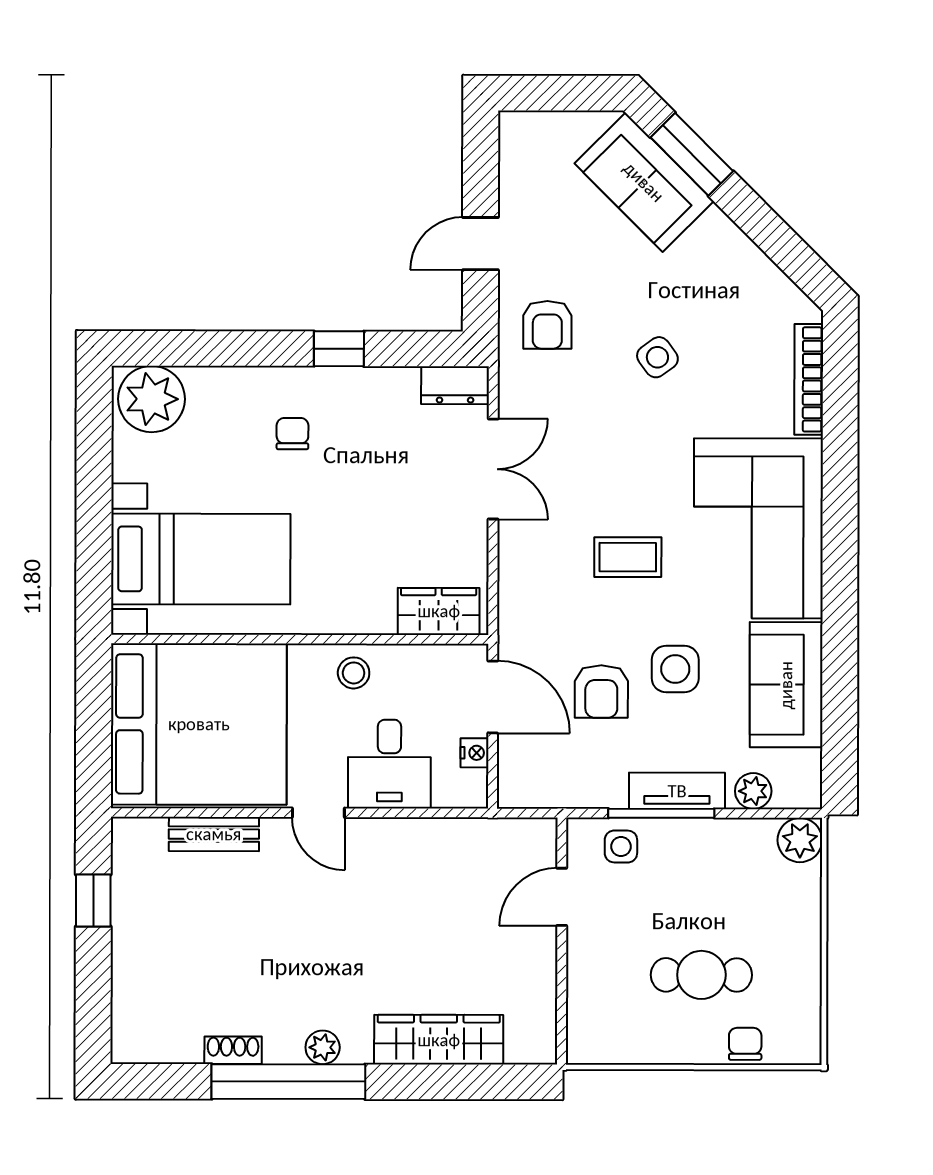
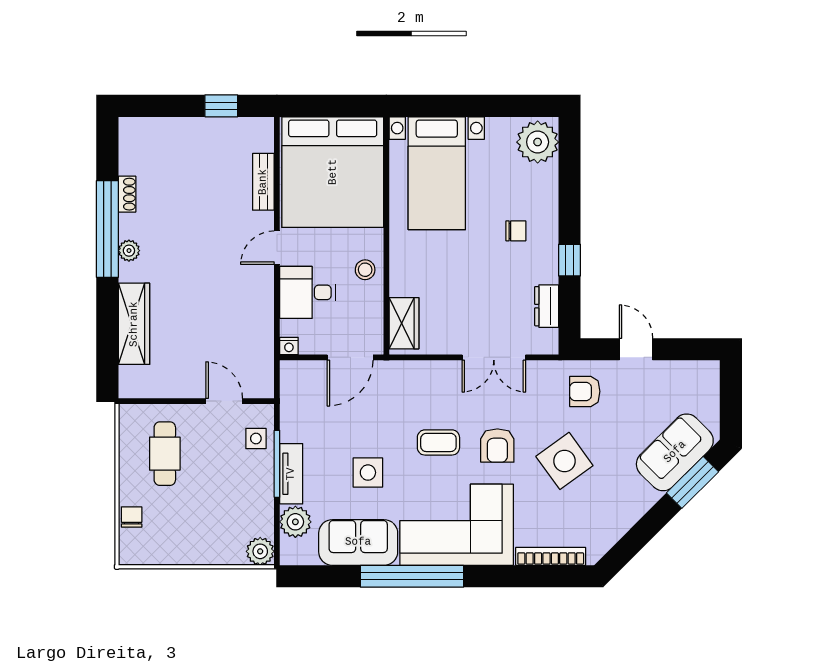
side table: (657, 357) -> (564, 461), width x1.87, depth x1.87
dresser: (455, 385) -> (547, 306), moved
coffee table: (628, 557) -> (438, 442), turned 90
window: (840, 599) -> (412, 576), added
armchair: (601, 691) -> (497, 446), moved, turned -90
nightstand: (474, 753) -> (289, 346), moved
plant: (753, 791) -> (295, 522), width x1.38, depth x1.38
cafe table: (701, 975) -> (165, 454), moved
chair: (745, 1044) -> (132, 517), turned -90

